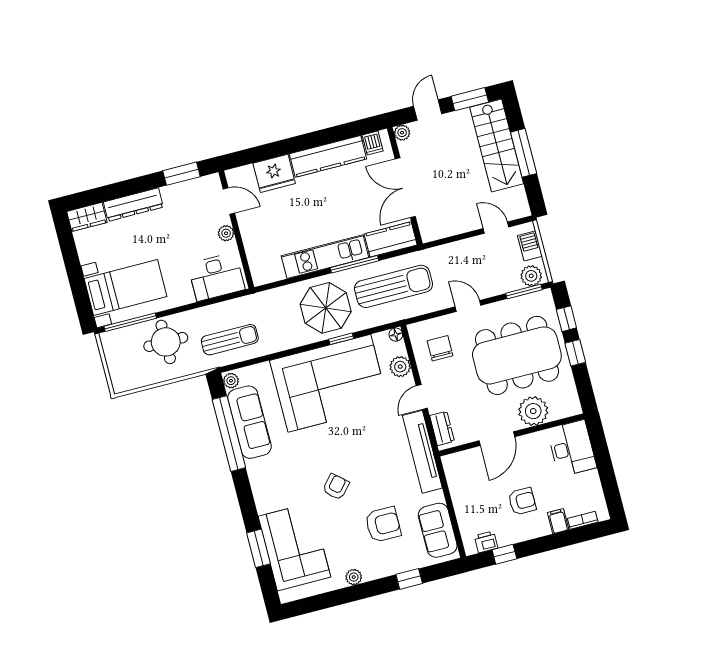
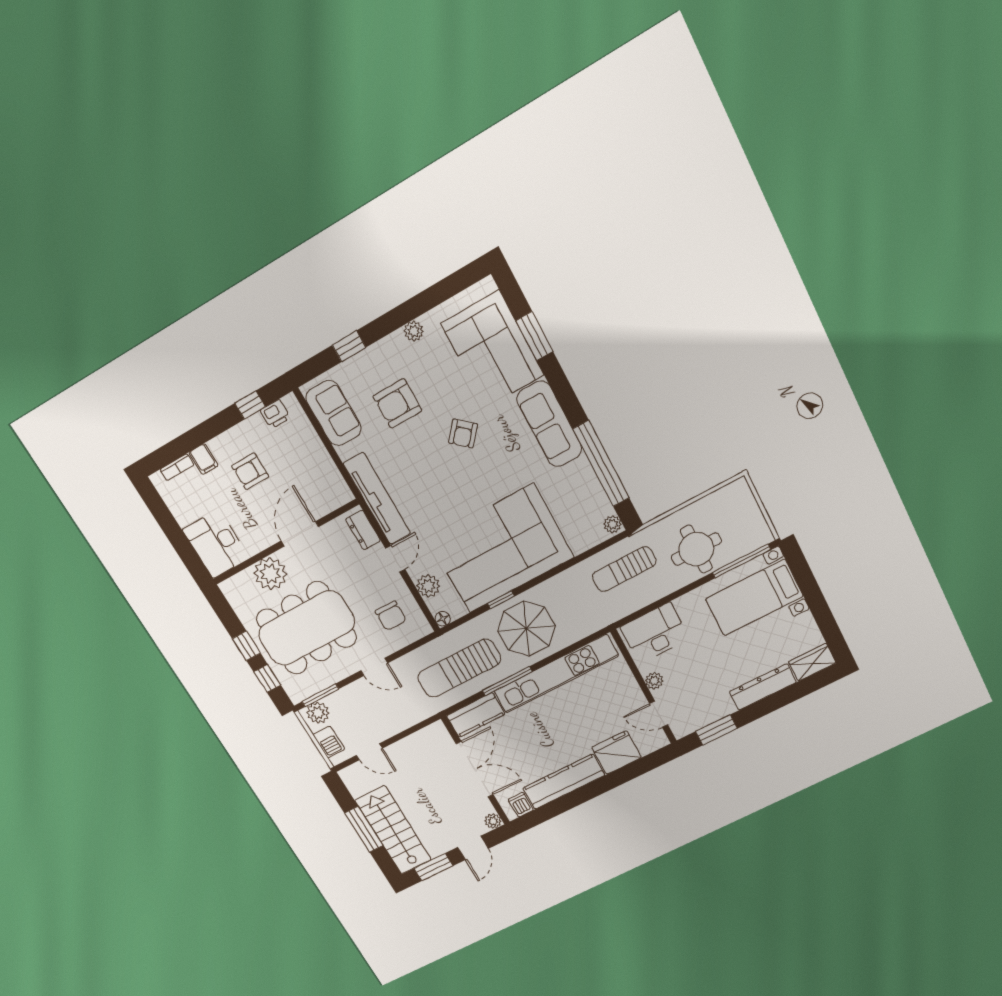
kitchen unit: (325, 257) -> (556, 674), width x1.36
sofa: (249, 422) -> (549, 424), moved

